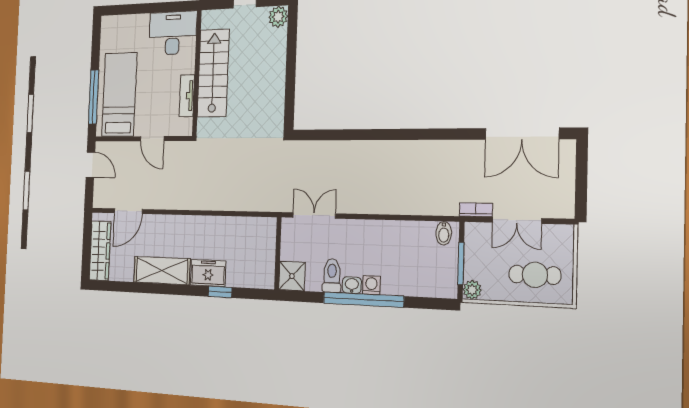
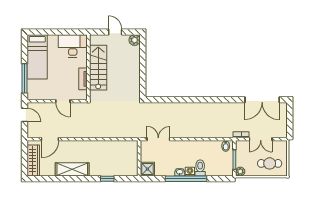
bed: (119, 95) -> (37, 57), moved, turned 180
freezer: (208, 273) -> (100, 169), removed
toilet: (332, 276) -> (200, 168), moved

